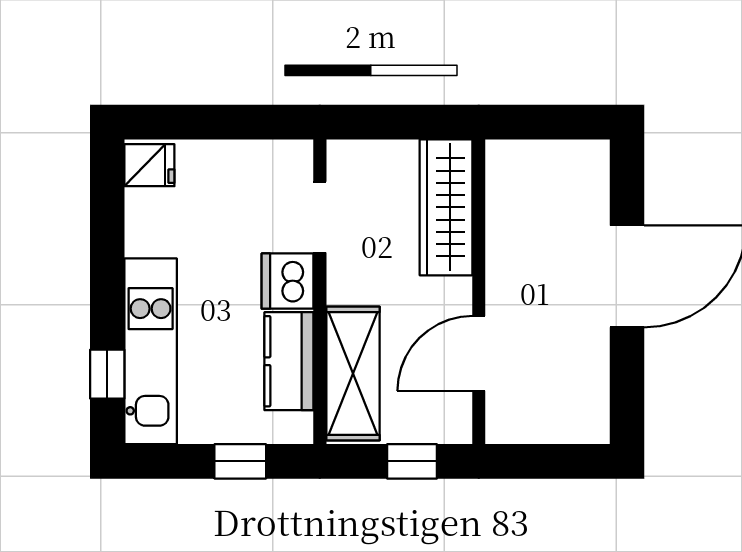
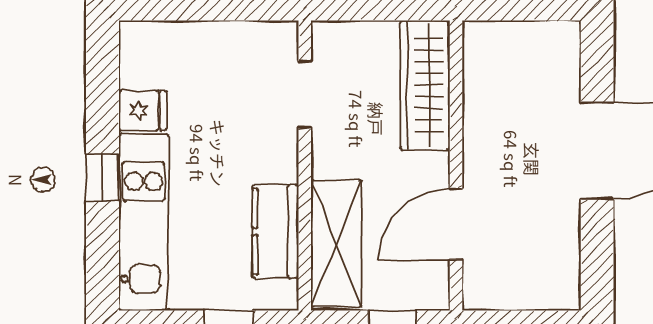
fridge: (149, 165) -> (143, 111), moved
dishwasher: (288, 281) -> (274, 155), removed
window: (107, 374) -> (102, 178), moved

